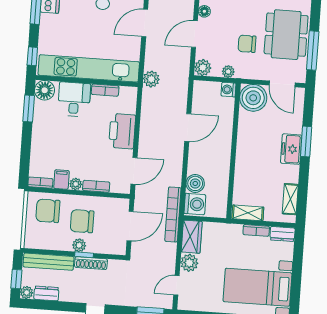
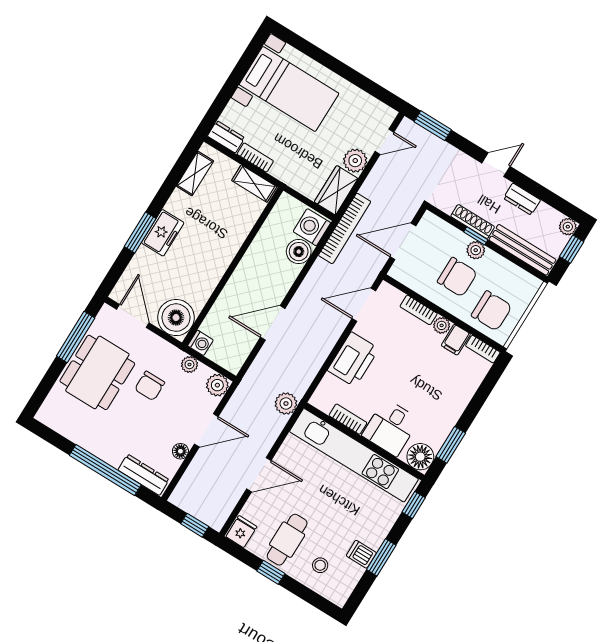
chair: (247, 44) -> (150, 386), turned 90
dresser: (46, 293) -> (522, 199), moved

